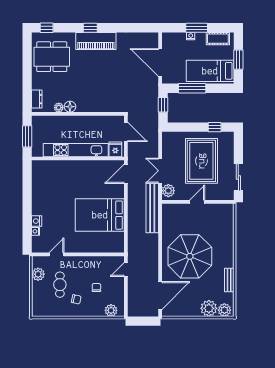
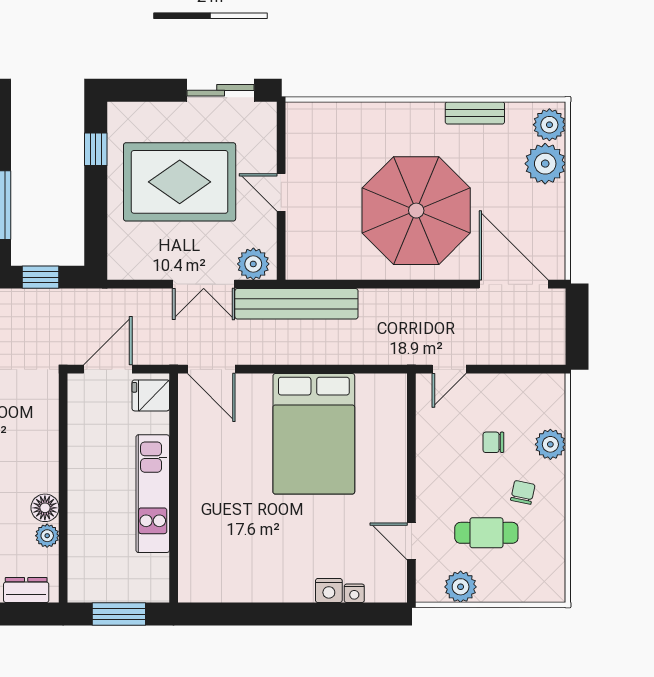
kitchen unit: (76, 150) -> (153, 494), width x0.73
door: (126, 270) -> (449, 369), hinge flipped
plant: (111, 310) -> (550, 444), moved

